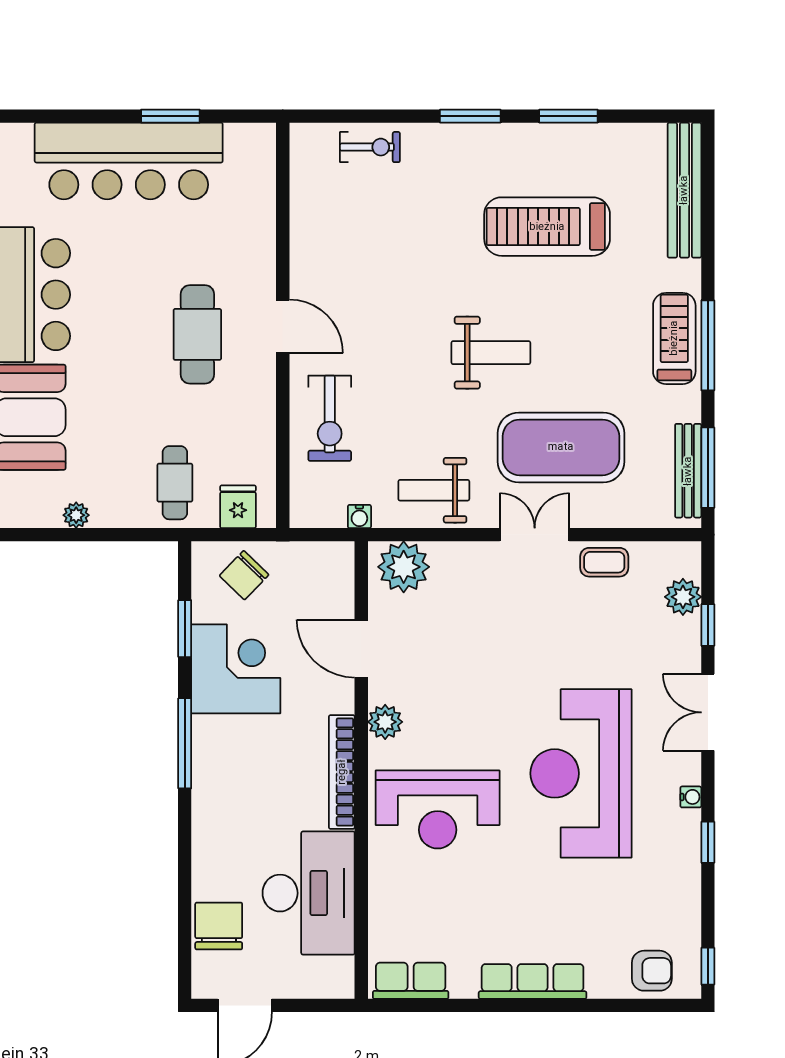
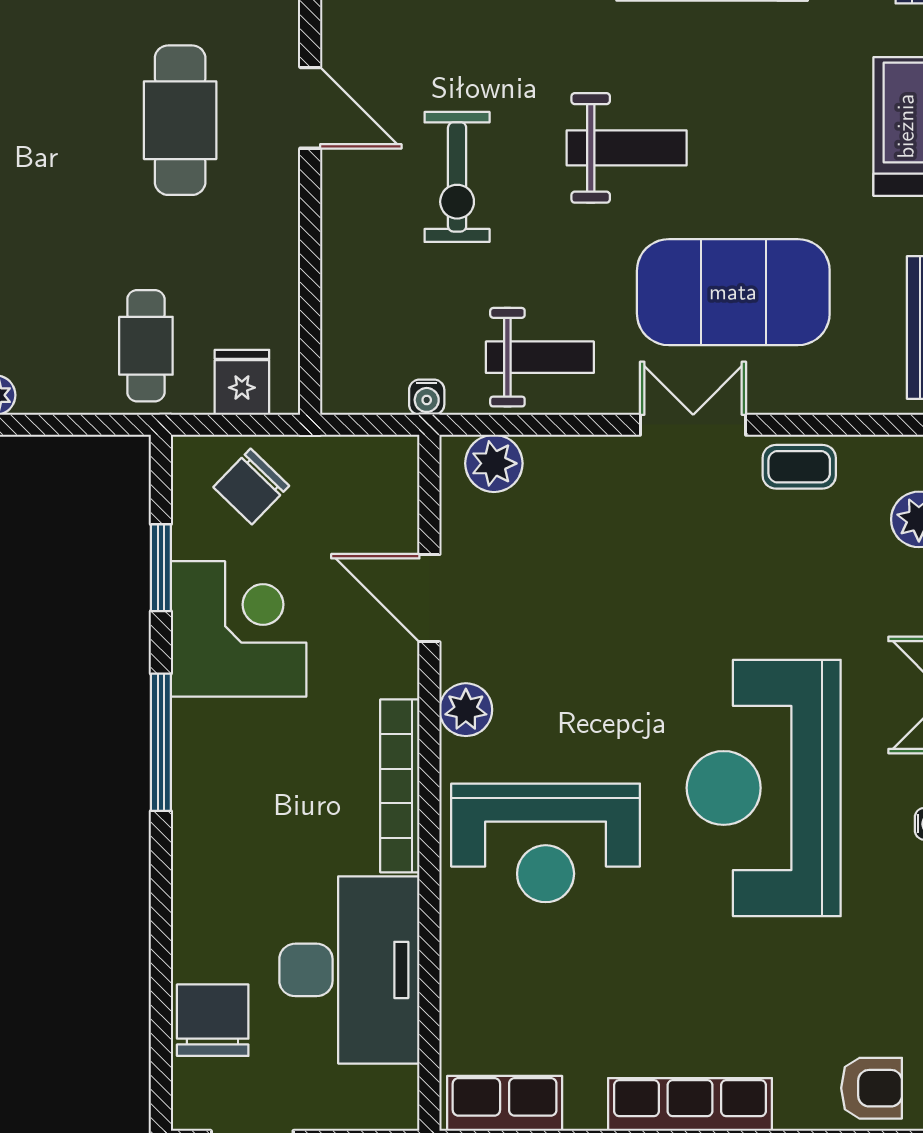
exercise bike: (330, 418) -> (457, 177), moved
weight bench: (434, 490) -> (540, 357), turned 180
plant: (404, 567) -> (494, 463), width x0.73, depth x0.73

